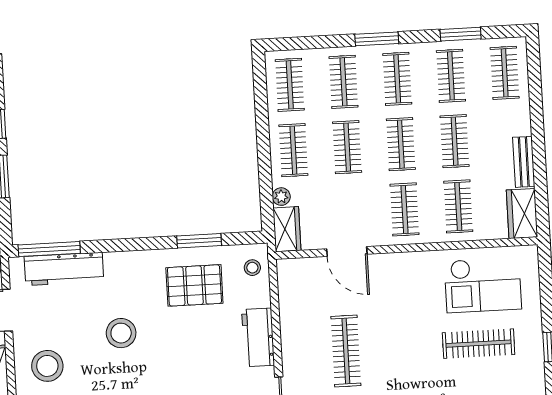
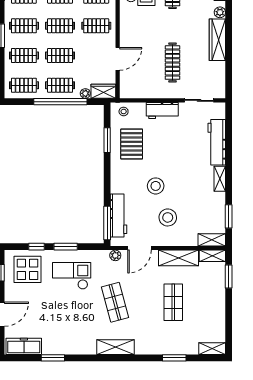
window: (264, 152) -> (60, 102), added
clothes rail: (346, 351) -> (172, 63), turned 90
stool: (47, 366) -> (168, 217), moved

